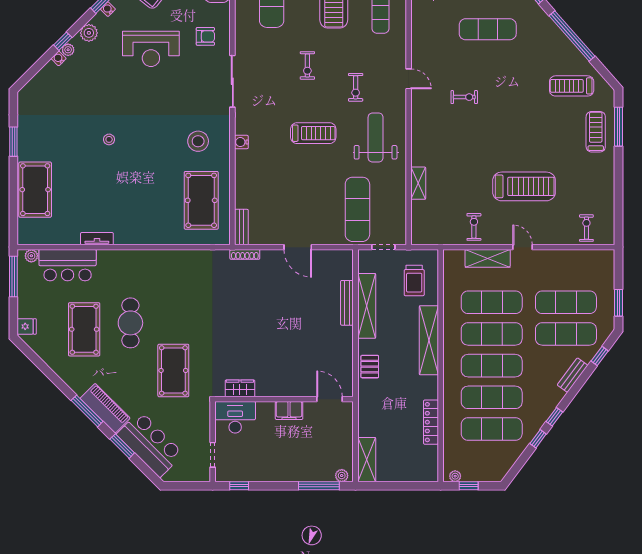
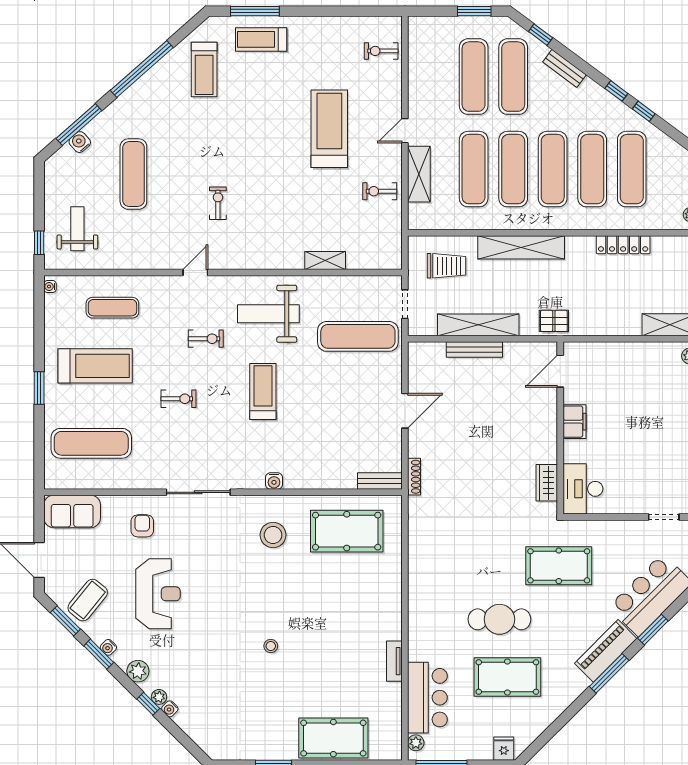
wardrobe: (240, 388) -> (547, 483), moved
wall: (284, 399) -> (560, 428), moved
door: (329, 399) -> (560, 371), moved
filing cabinet: (289, 410) -> (574, 422), moved
desk: (235, 417) -> (583, 489), moved

